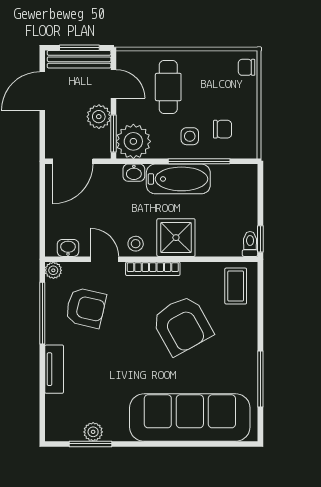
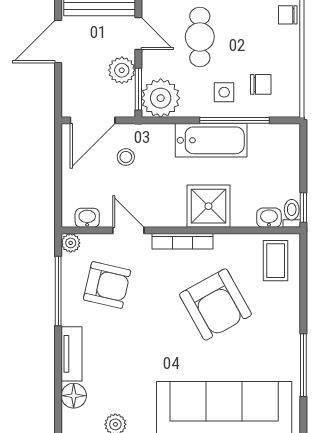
washbasin: (134, 173) -> (269, 218), moved, turned 180
stool: (136, 244) -> (126, 157), moved
floor lamp: (56, 406) -> (74, 396), added

